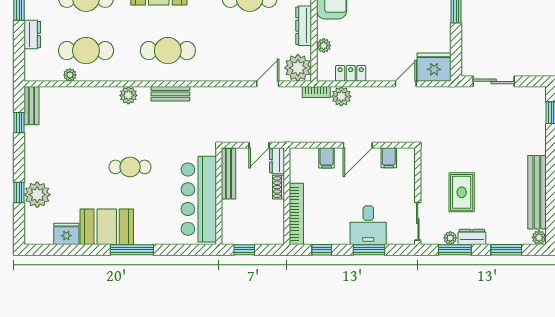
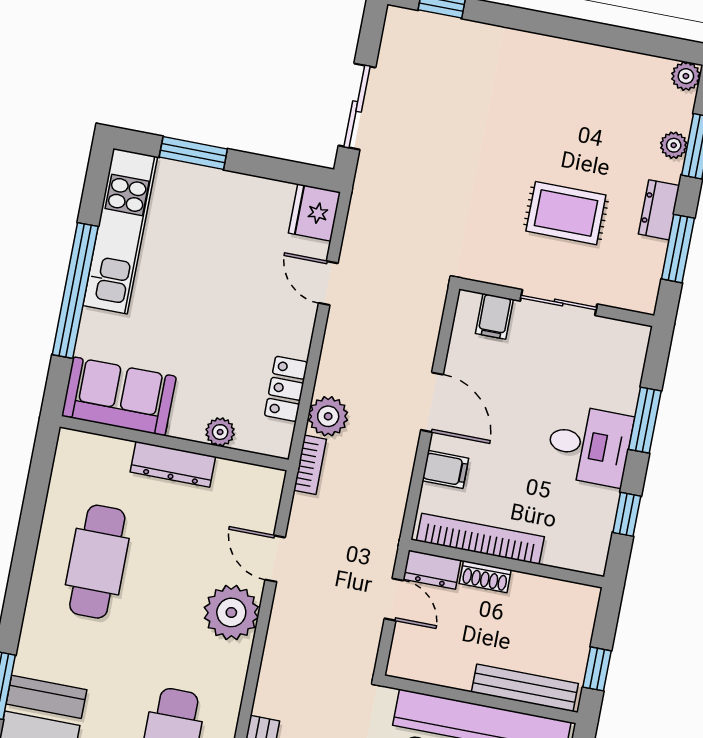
fridge: (434, 67) -> (314, 213), width x0.73, depth x0.75
plant: (298, 68) -> (231, 612), moved
filing cabinet: (389, 158) -> (494, 316), moved, turned 90
bench: (228, 174) -> (525, 688), moved
bench: (537, 192) -> (595, 63), removed
bookcase: (296, 214) -> (480, 539), moved
sliding door: (418, 221) -> (559, 303), moved
desk: (368, 225) -> (589, 445), moved
plant: (450, 238) -> (674, 145), moved

